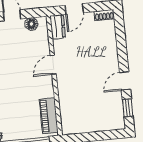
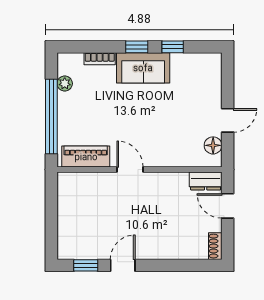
door: (53, 65) -> (130, 170), moved
door: (125, 81) -> (123, 265), hinge flipped

